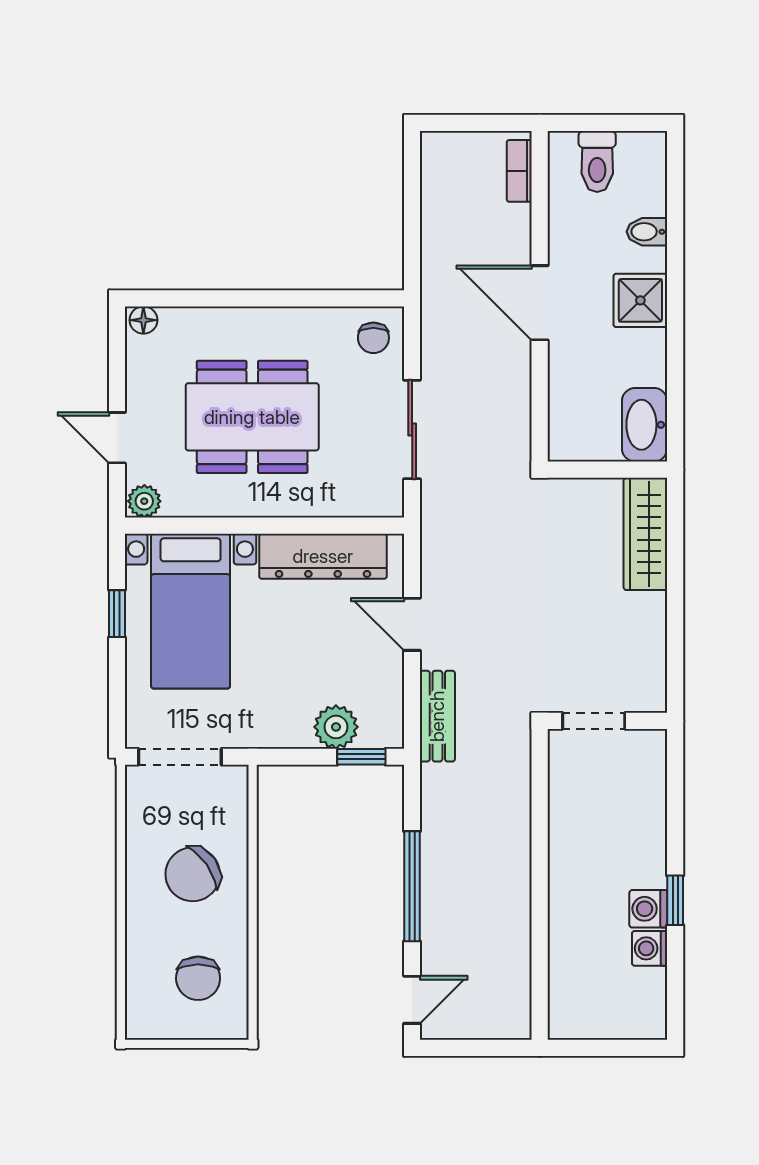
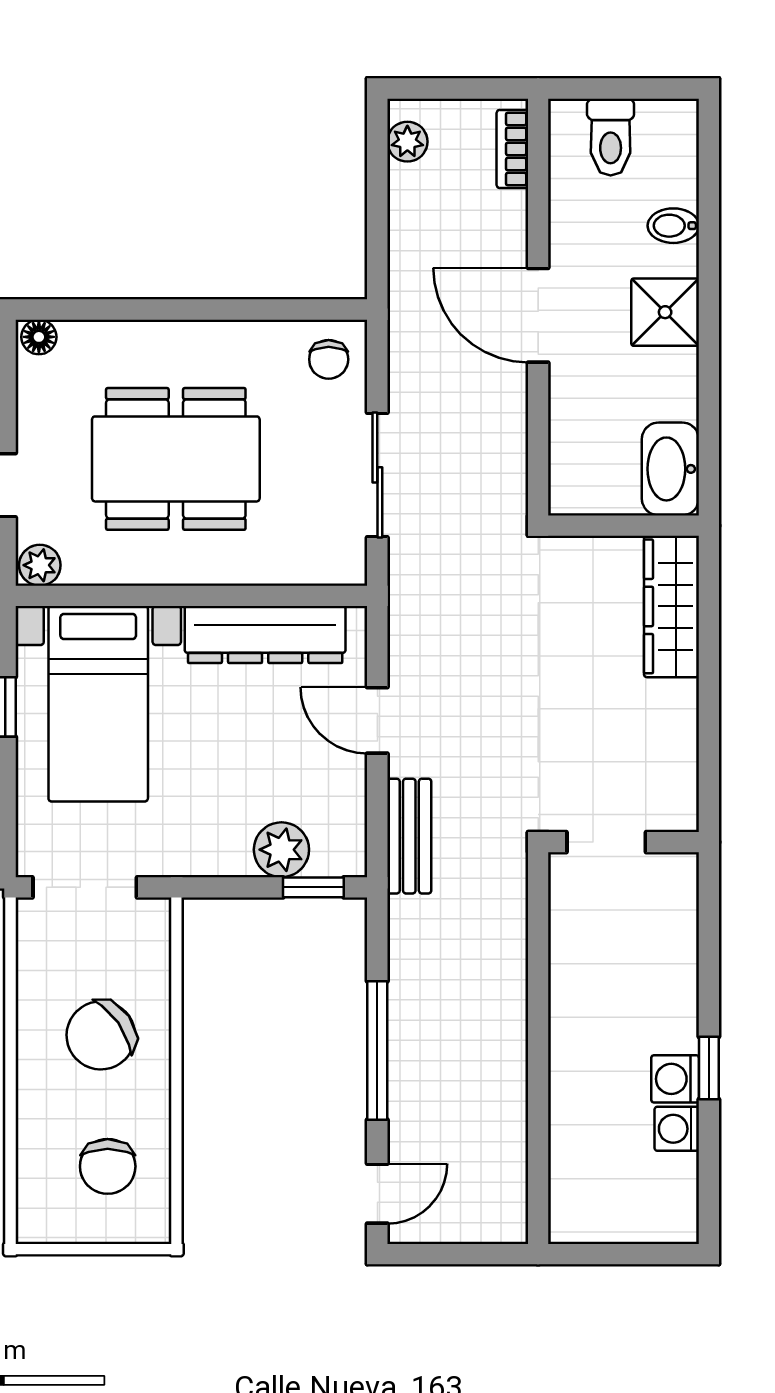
plant: (436, 165) -> (407, 142), added

